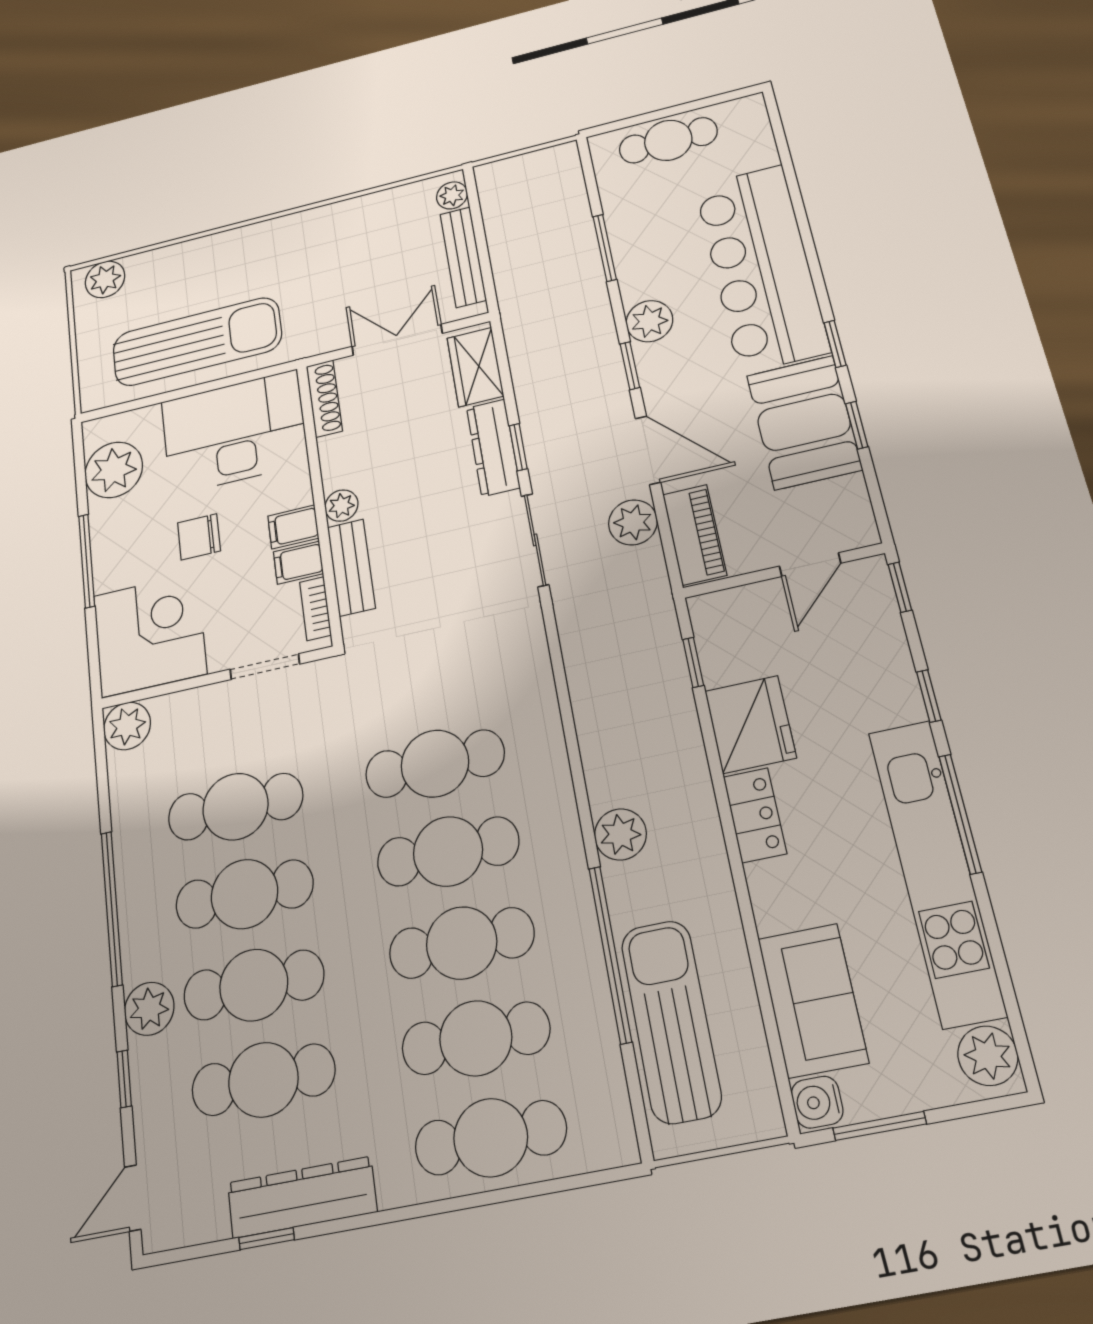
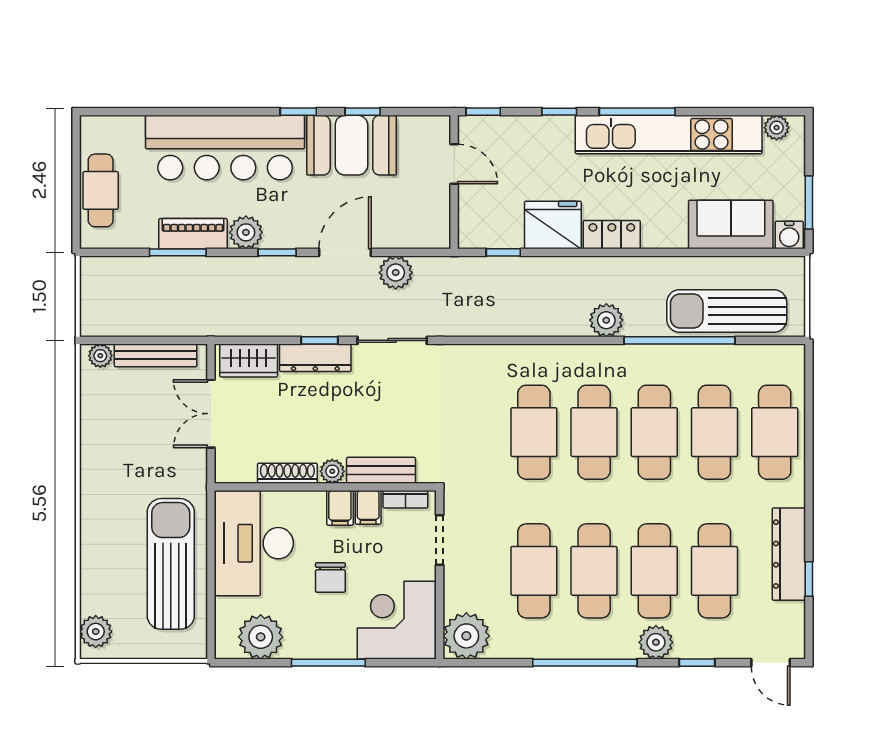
shoe rack: (324, 398) -> (287, 473), moved
piano: (695, 535) -> (193, 234), moved
plant: (127, 726) -> (466, 636), width x1.36, depth x1.36
plant: (988, 1056) -> (777, 128), width x0.73, depth x0.73

